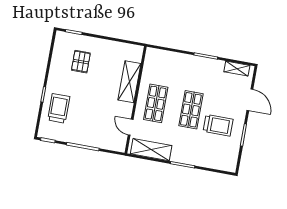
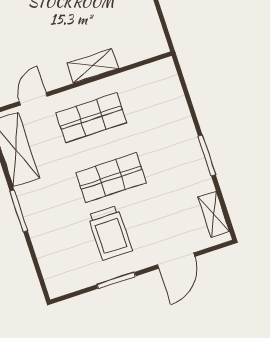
shelving: (129, 82) -> (93, 66), width x0.67, depth x0.75

